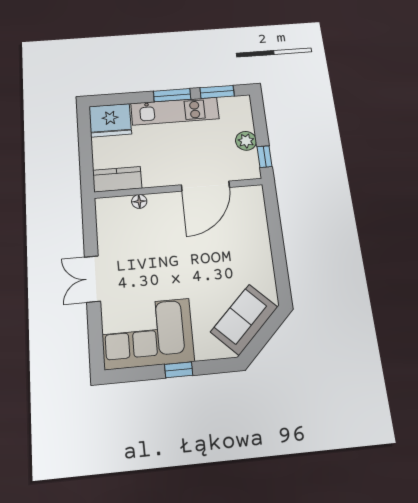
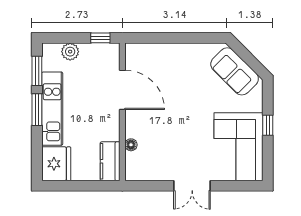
plant: (246, 141) -> (70, 52), moved

